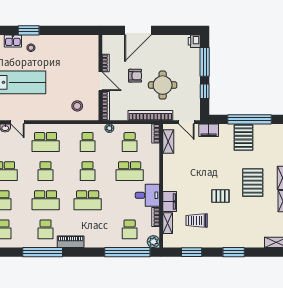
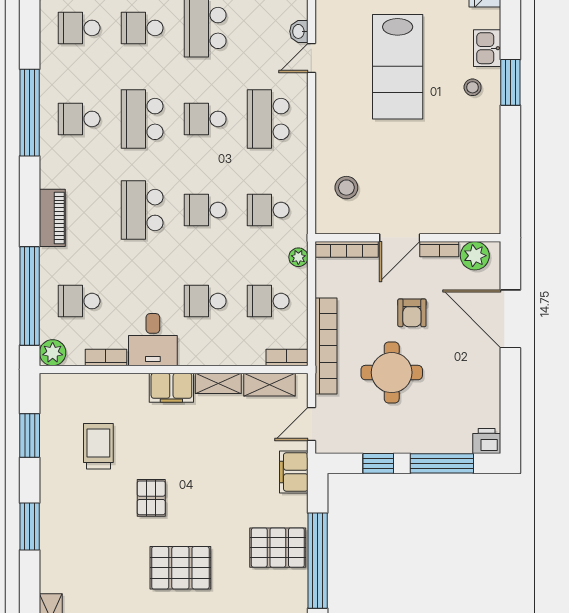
plant: (109, 47) -> (475, 256), added
school desk: (130, 171) -> (205, 301), width x0.54
filing cabinet: (170, 202) -> (171, 388), moved
shelving: (168, 223) -> (218, 383), moved
piano: (71, 242) -> (52, 218), moved

